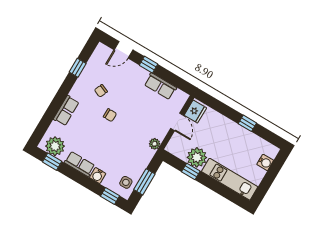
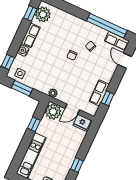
window: (148, 65) -> (108, 98), moved
window: (78, 68) -> (107, 26), width x3.17
row of seats: (66, 111) -> (117, 41), moved
plant: (197, 157) -> (53, 112), moved

